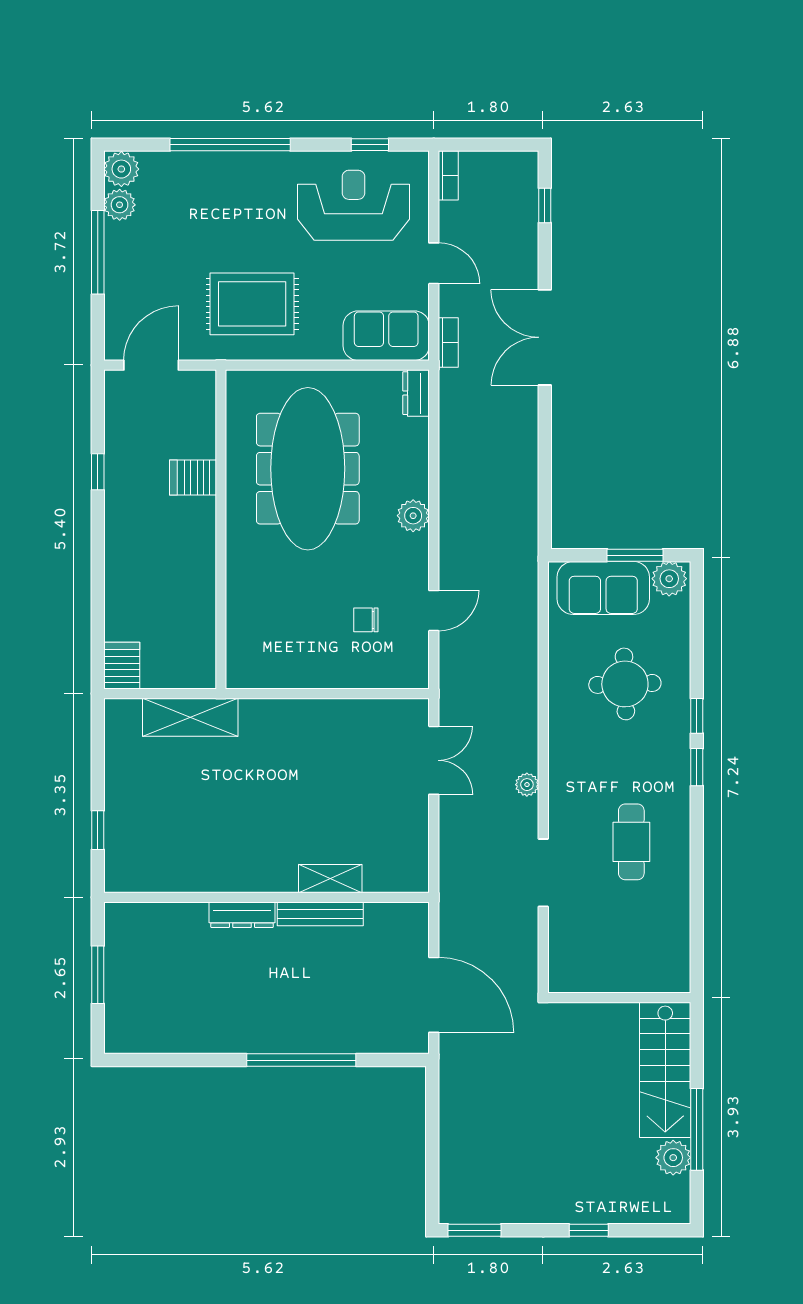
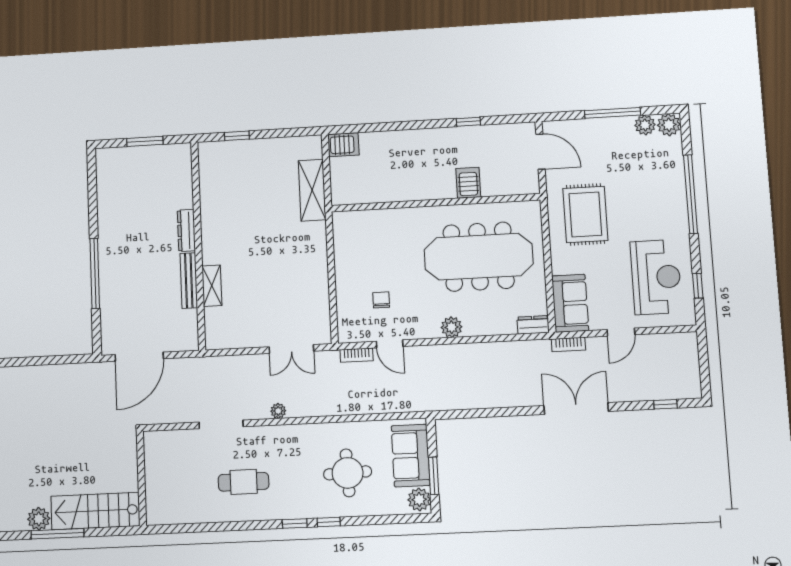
bookcase: (448, 175) -> (357, 355), moved

